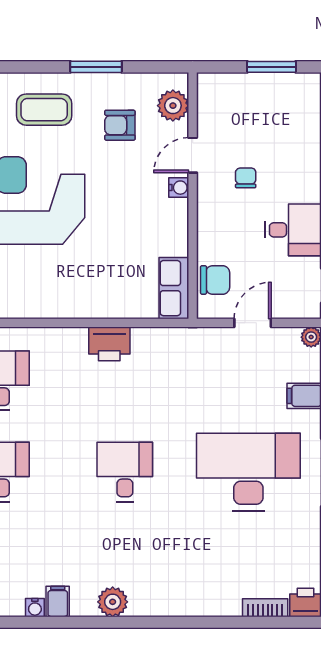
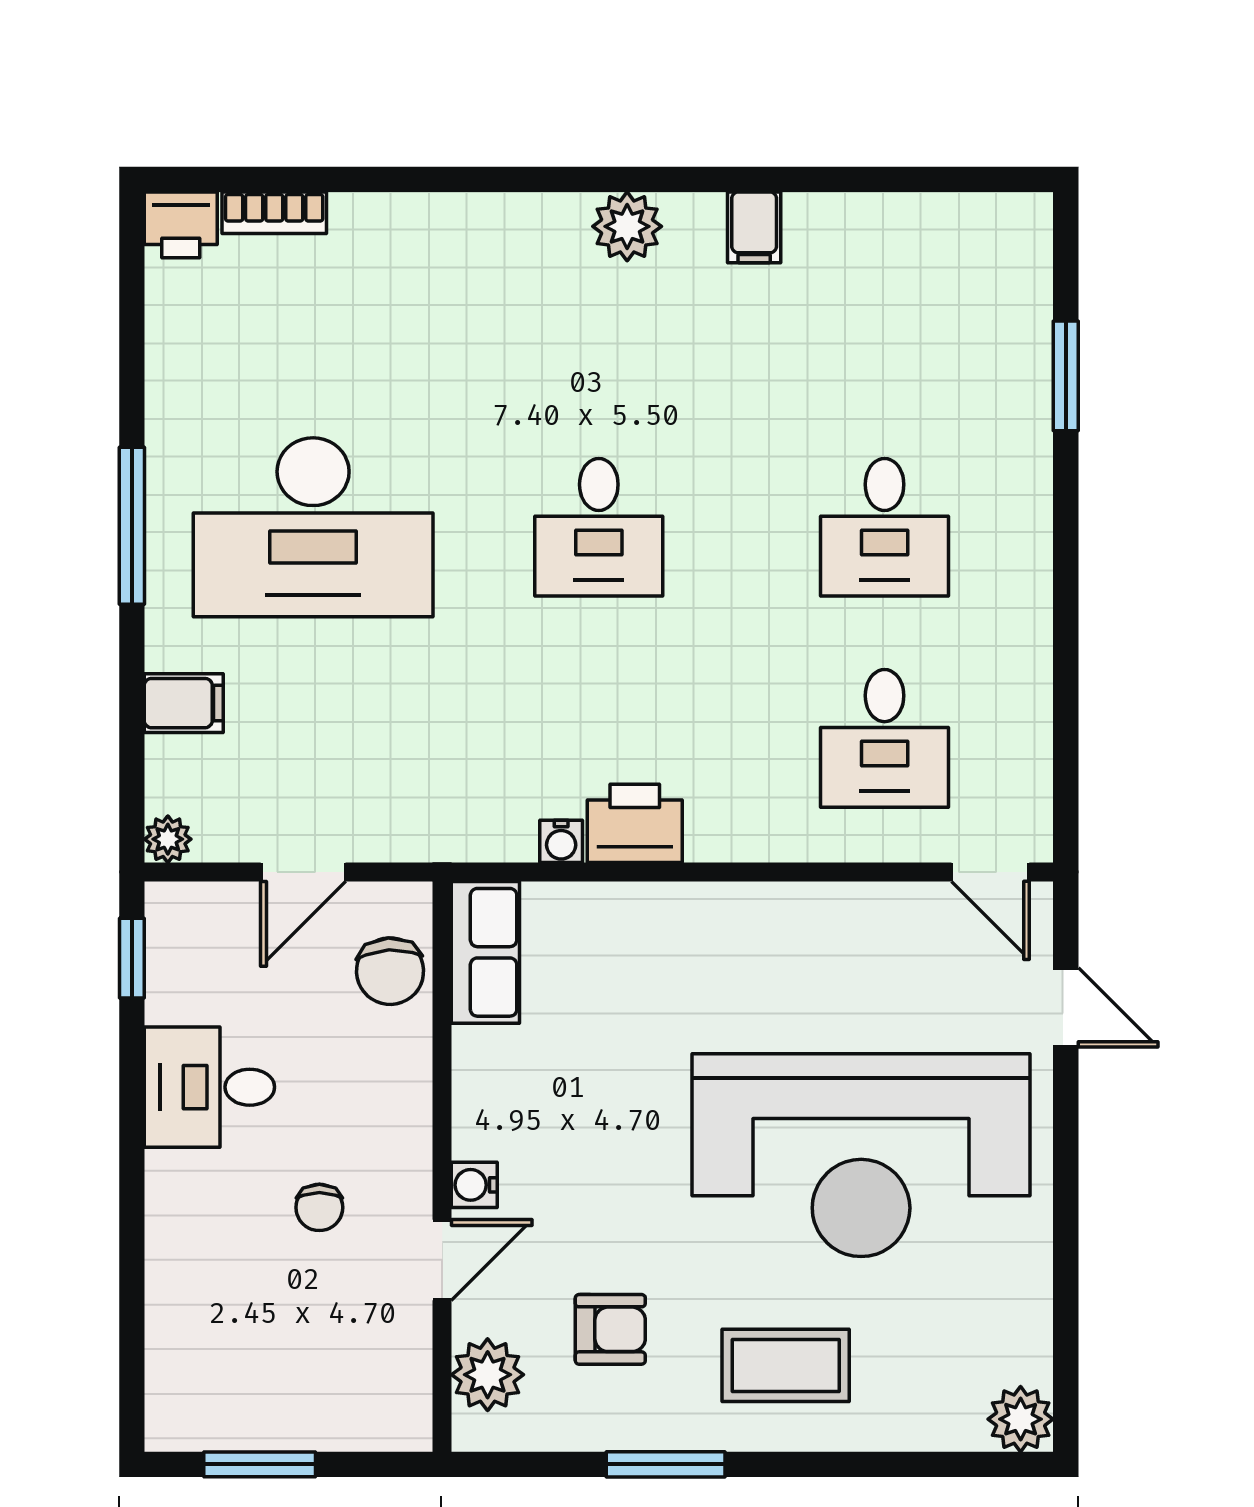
chair: (215, 280) -> (390, 971), turned -93
water cooler: (35, 608) -> (561, 841), moved, turned 180

